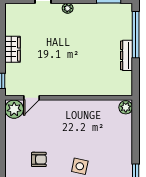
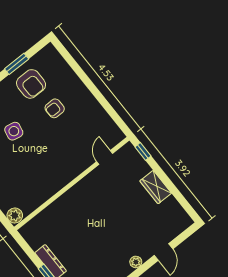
plant: (14, 109) -> (112, 135), removed

